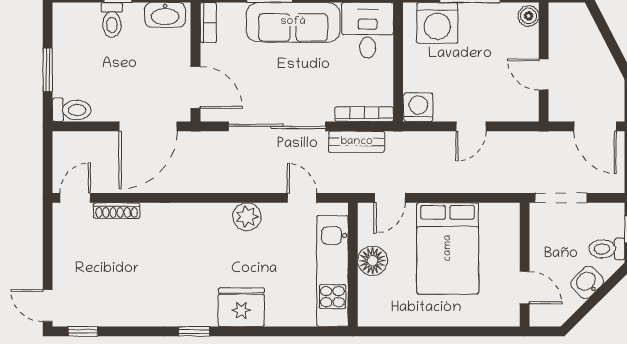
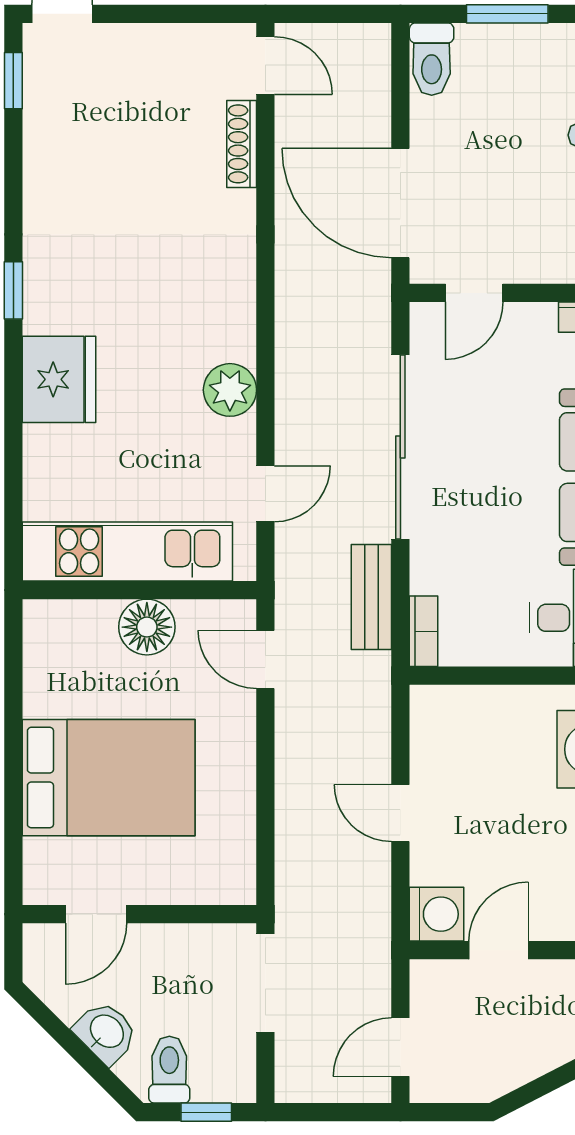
door: (196, 87) -> (474, 293), width x0.73
washing machine: (418, 107) -> (436, 914), moved
bookcase: (364, 114) -> (424, 631), width x0.64
door: (595, 126) -> (400, 1047), width x0.73
bed: (448, 248) -> (109, 778), moved, turned 180

